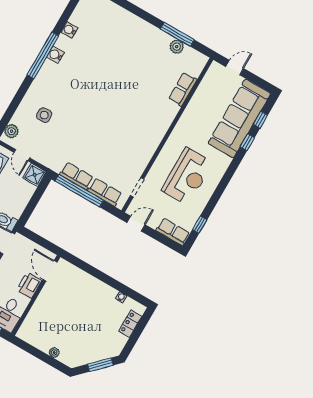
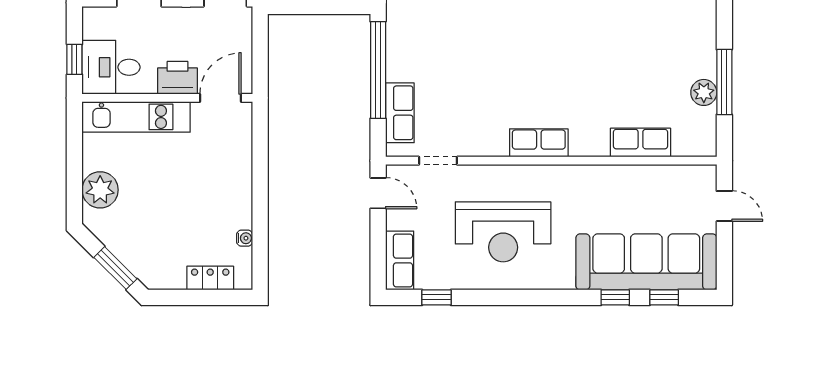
row of seats: (77, 176) -> (539, 143), moved, turned -90
kitchen unit: (36, 315) -> (136, 117), added
plant: (54, 352) -> (100, 190), width x1.87, depth x1.87

